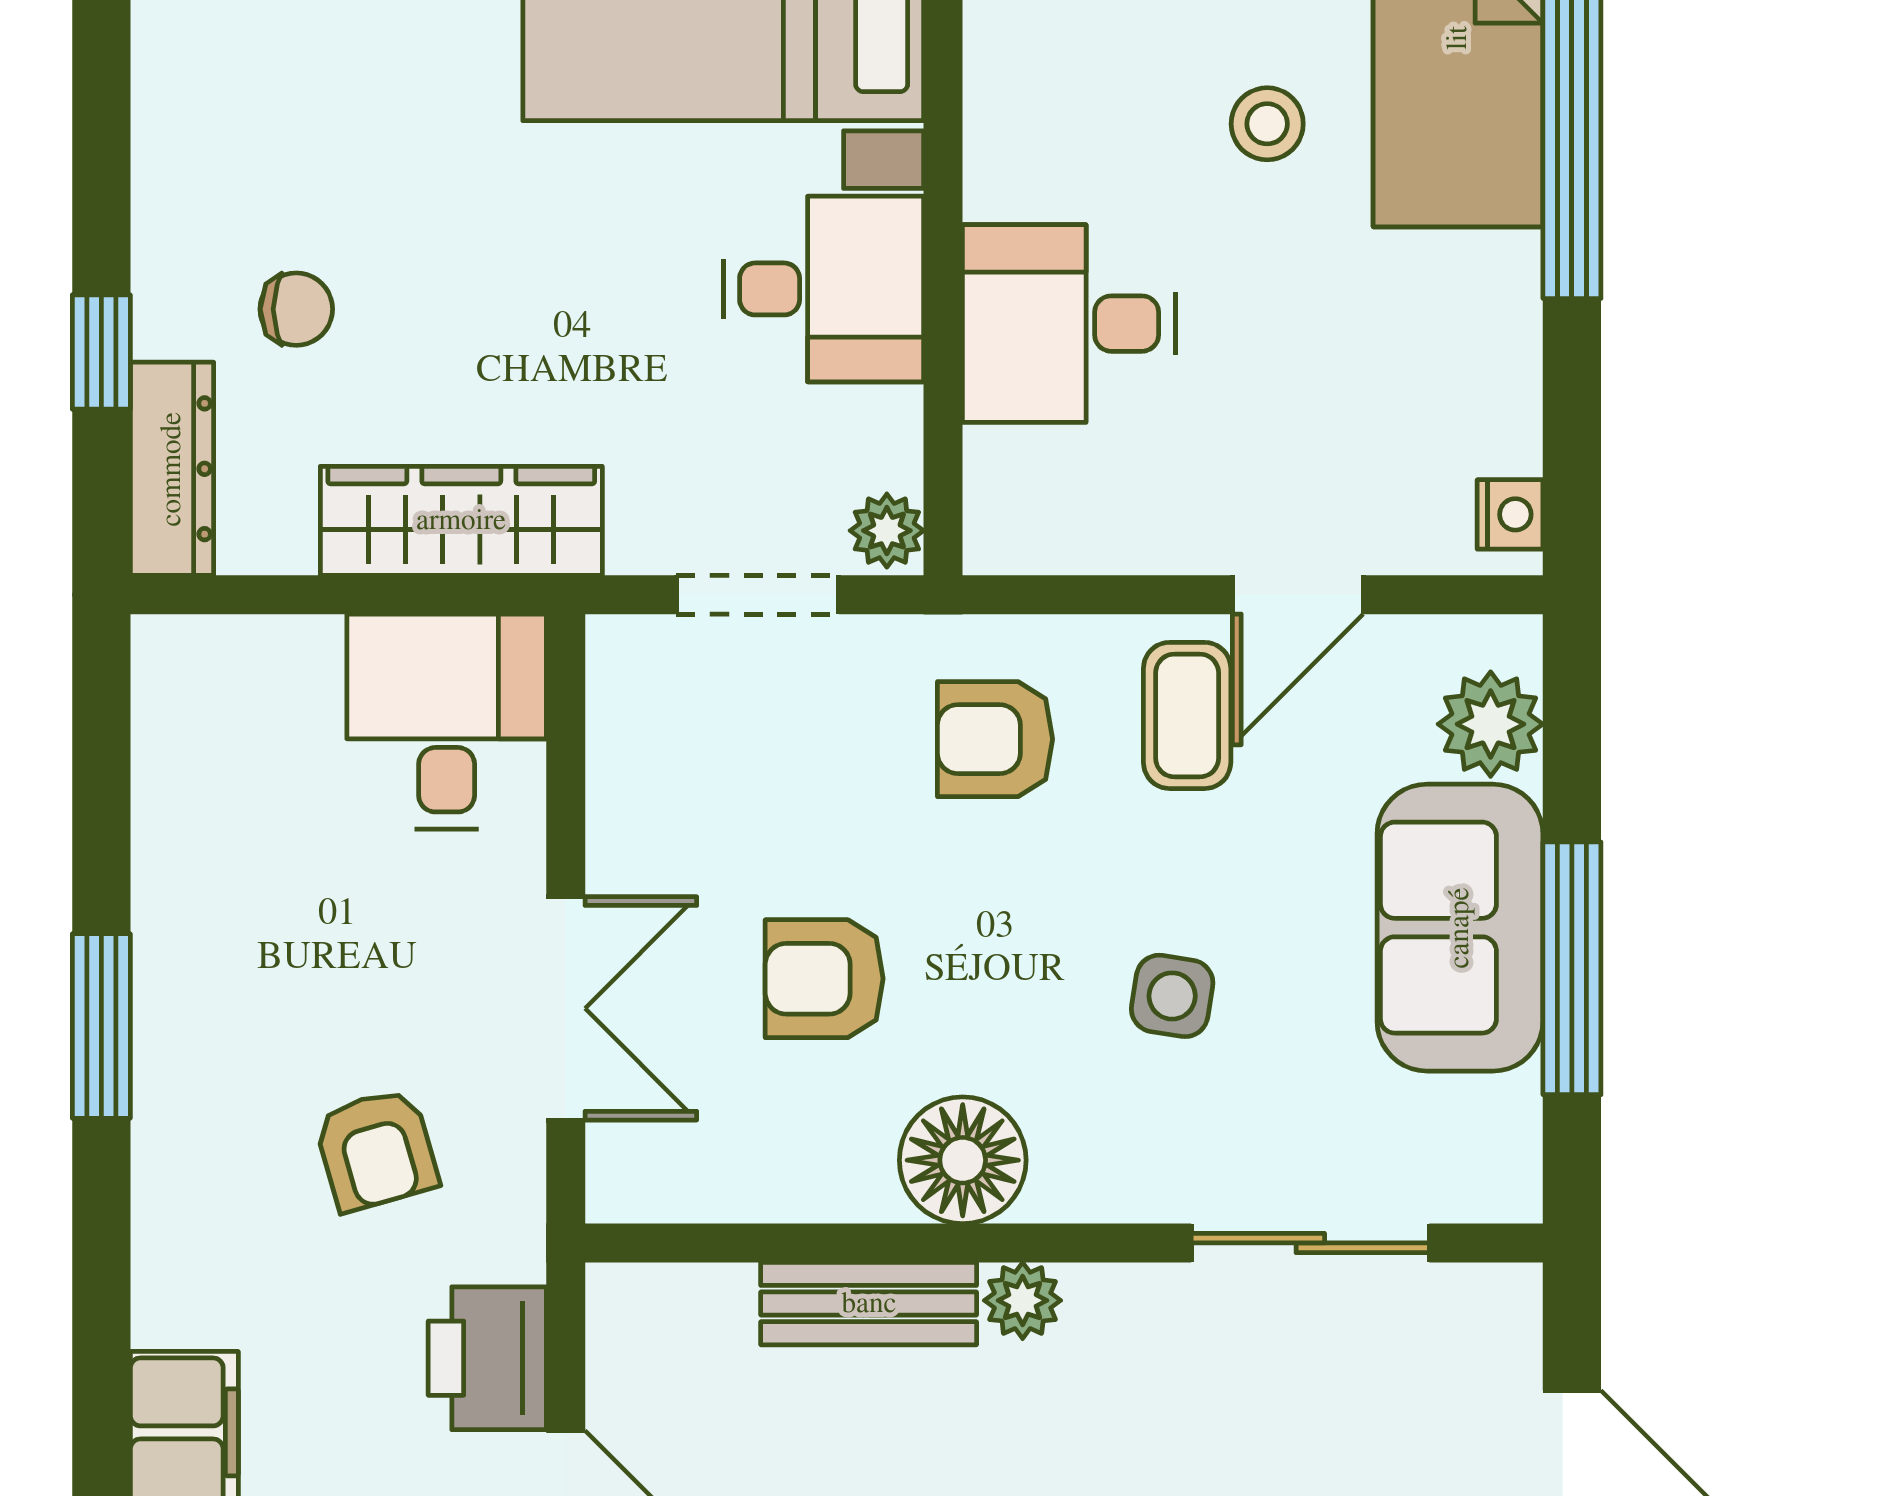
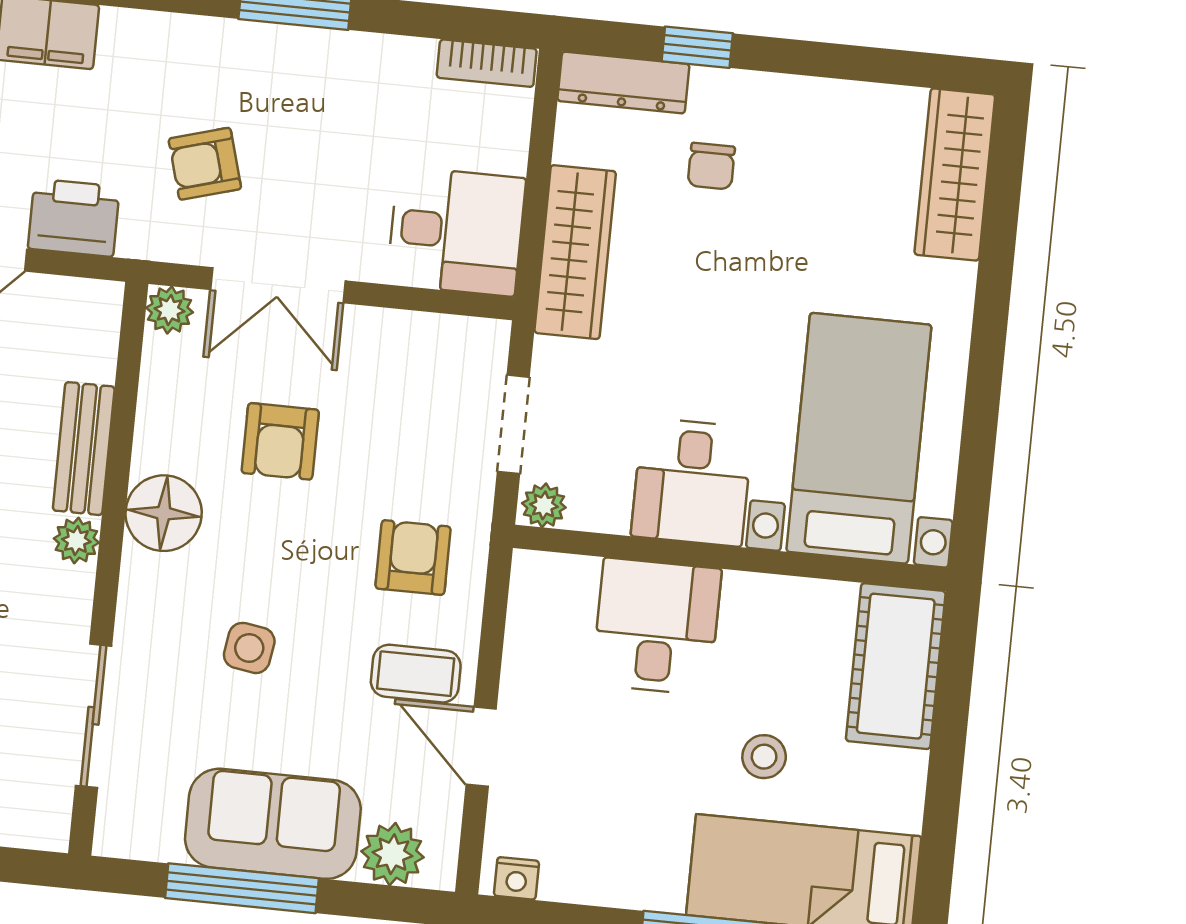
bookcase: (163, 699) -> (487, 63), added
armchair: (824, 979) -> (280, 441), turned 180
plant: (625, 1184) -> (170, 310), added

